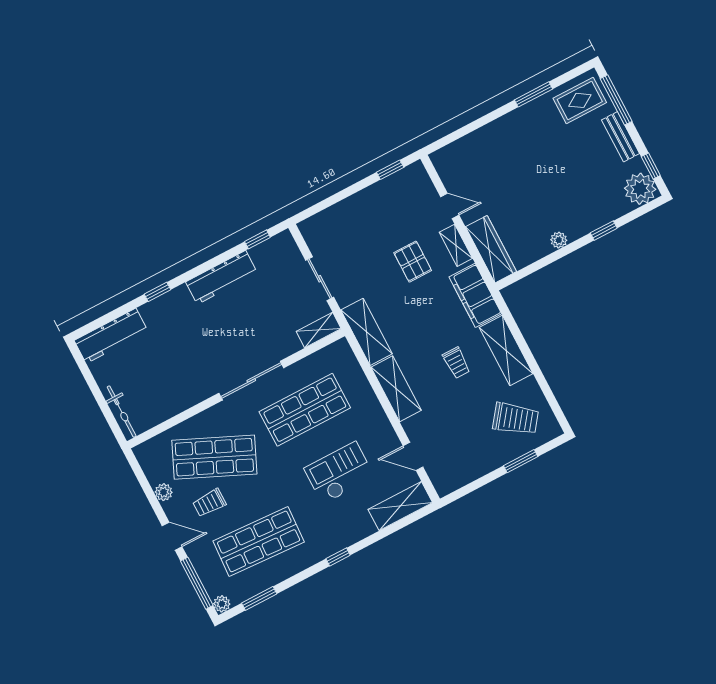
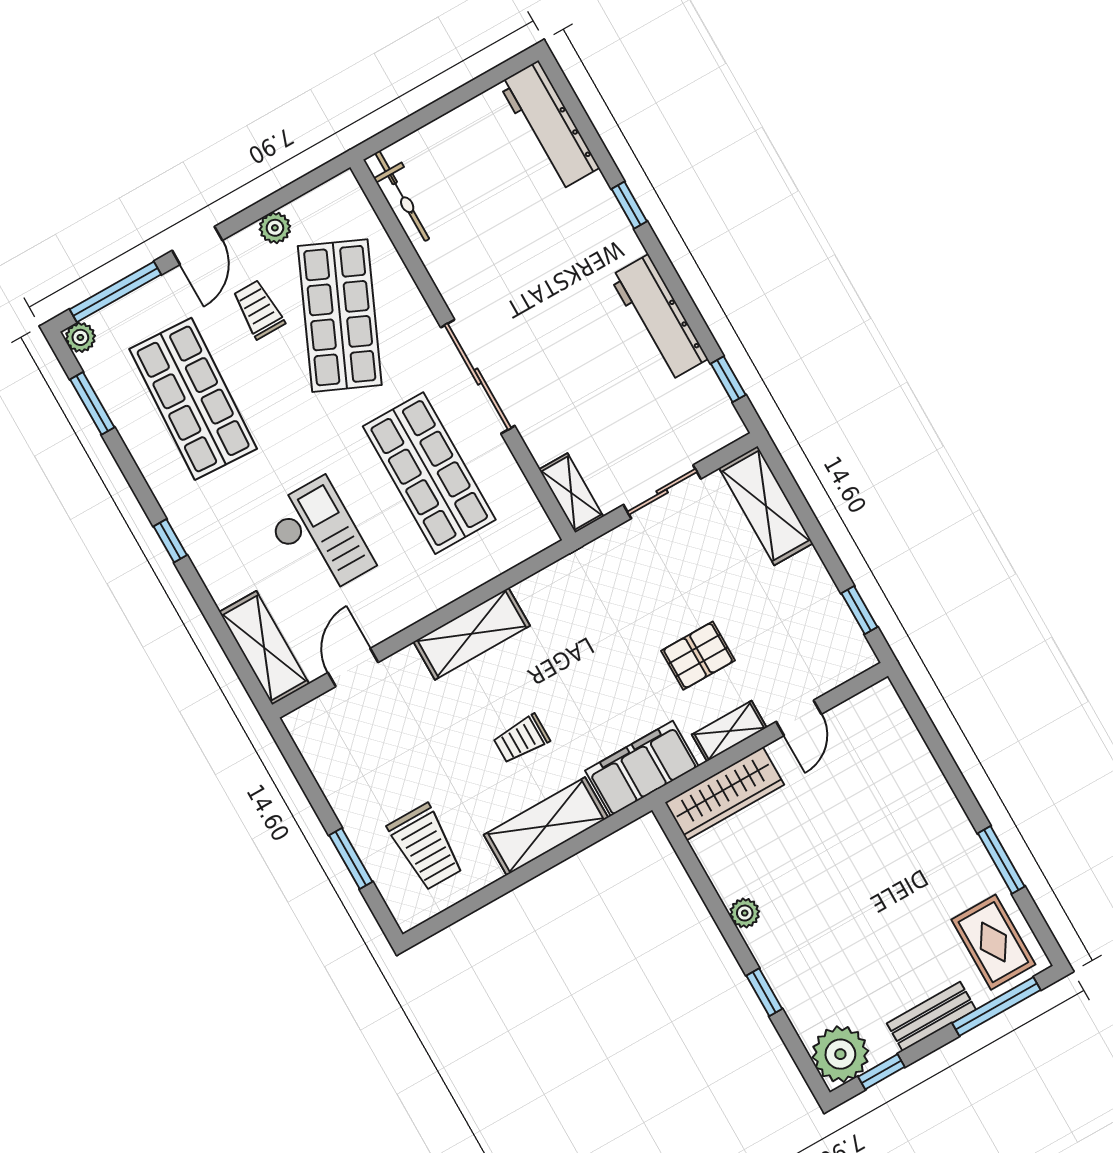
shelving: (367, 332) -> (766, 506), moved, turned 90
bicycle: (122, 412) -> (402, 196), moved, turned -90
trolley: (516, 419) -> (426, 847), turned -37

